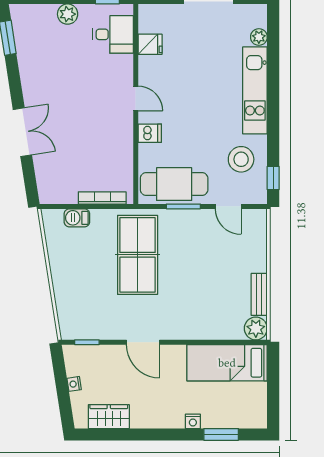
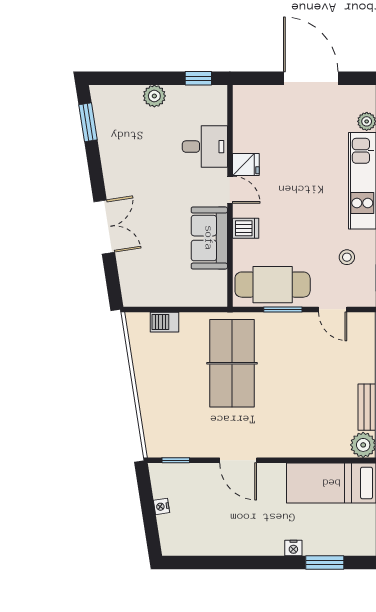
desk: (113, 34) -> (205, 147), moved
fridge: (150, 44) -> (246, 164), moved
sofa: (117, 142) -> (209, 238), added
stool: (241, 159) -> (347, 257), width x0.53, depth x0.53
bookcase: (102, 198) -> (193, 300), removed
wardrobe: (109, 417) -> (200, 543), removed

